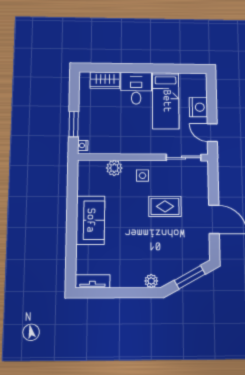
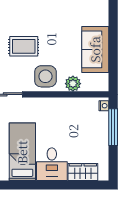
window: (74, 124) -> (113, 127), width x1.44
side table: (142, 176) -> (45, 76), width x1.87, depth x1.87
sofa: (90, 220) -> (95, 49), moved

